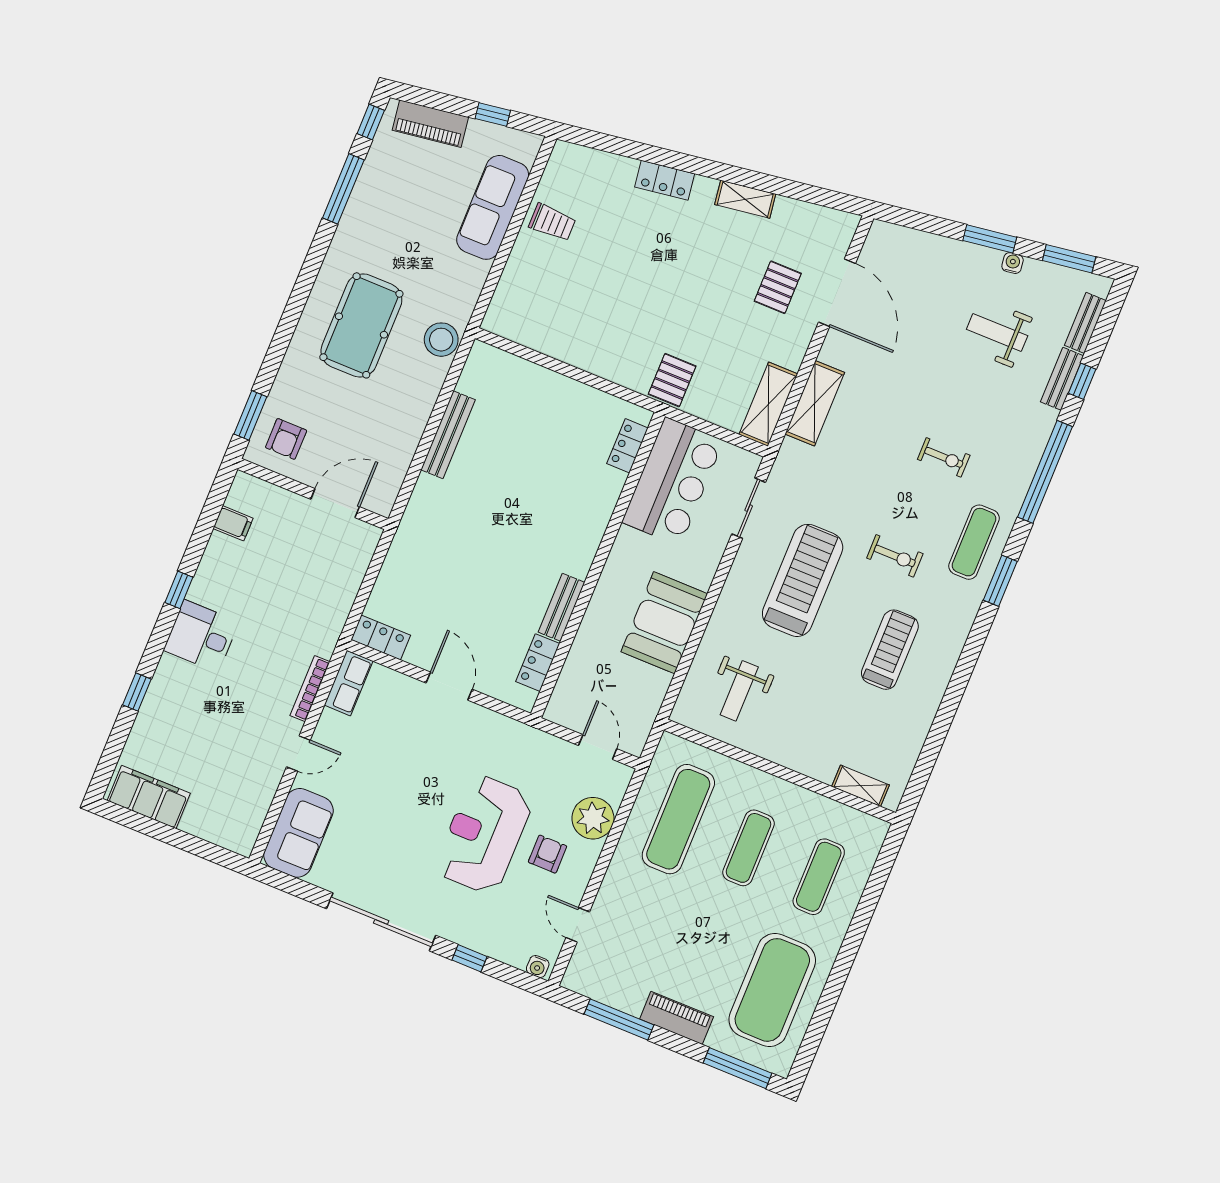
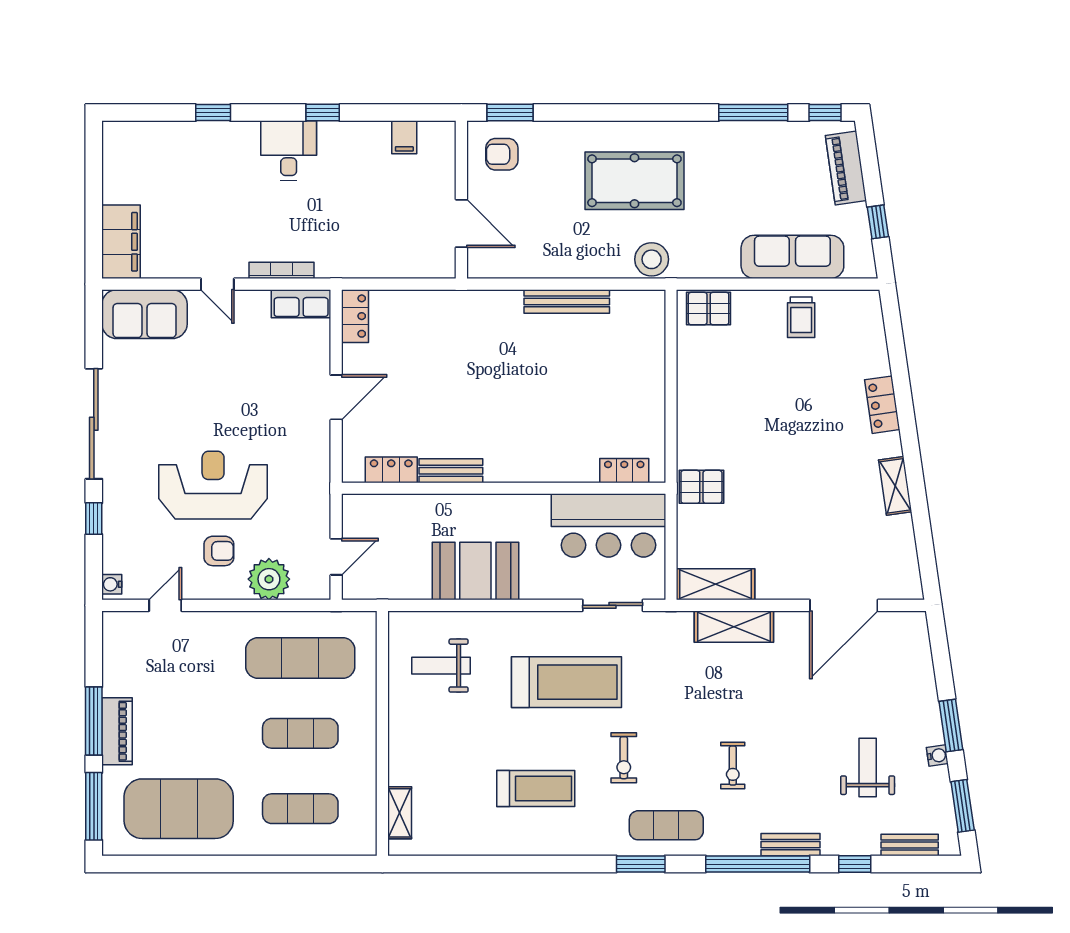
pallet: (778, 287) -> (709, 309), moved
bench: (1062, 379) -> (790, 845), moved
filing cabinet: (149, 797) -> (121, 242), moved
window: (619, 1020) -> (94, 721), moved

